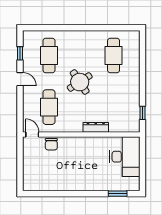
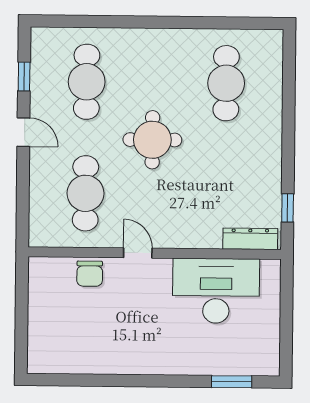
round table: (80, 82) -> (152, 140), turned 33
dresser: (96, 127) -> (250, 239), moved
door: (32, 134) -> (138, 253), moved
desk: (125, 157) -> (216, 291), moved, turned -90

